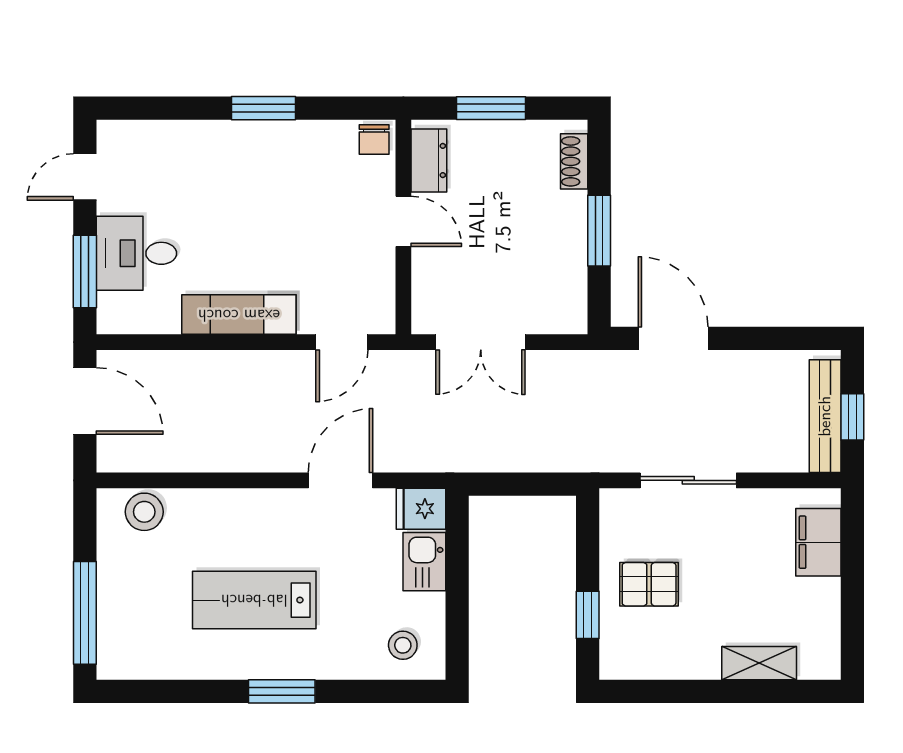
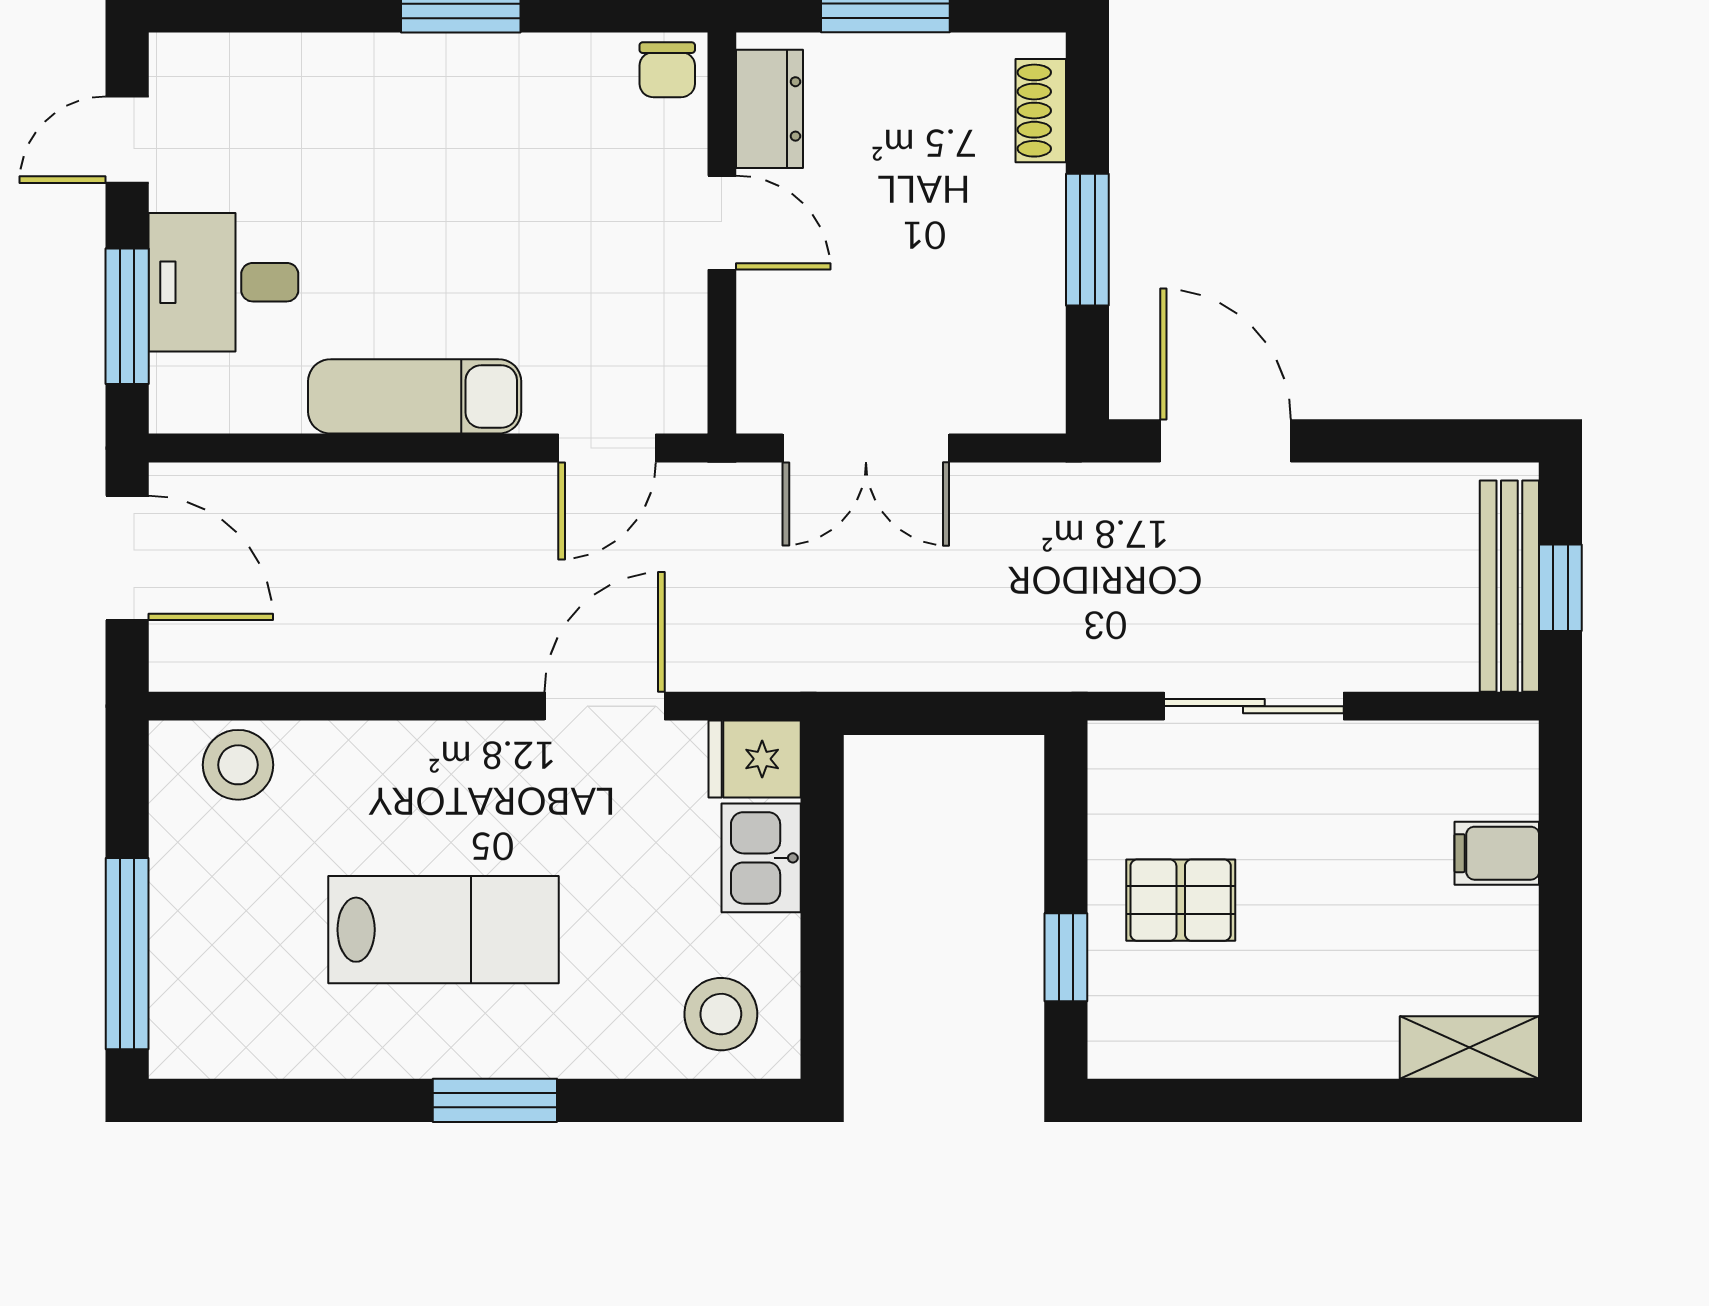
filing cabinet: (818, 542) -> (1497, 853), width x0.50
lab bench: (254, 600) -> (444, 930), turned 180
stool: (403, 645) -> (721, 1014), width x1.37, depth x1.37
shelving: (759, 663) -> (1469, 1047), moved

